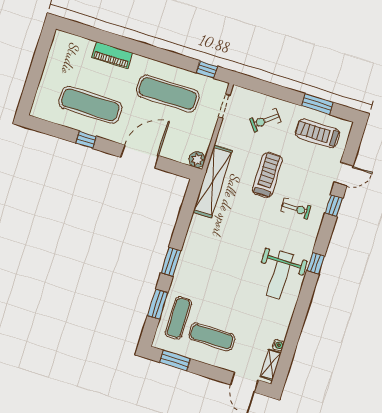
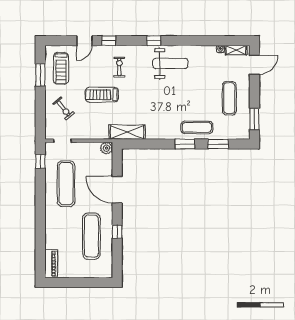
piano: (112, 55) -> (51, 264), moved
door: (344, 174) -> (84, 41), swing flipped
shelving: (213, 181) -> (127, 132), width x0.68
exercise mat: (178, 318) -> (197, 127), moved

